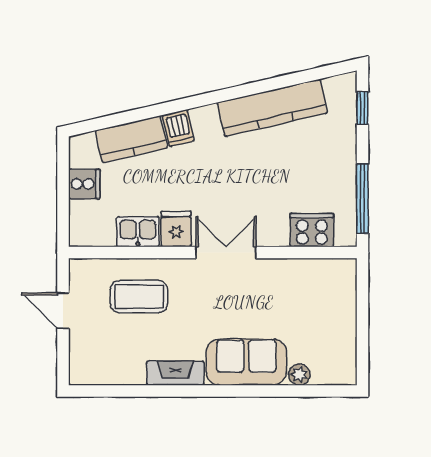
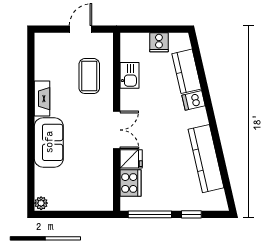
window: (362, 108) -> (191, 214), moved
fridge: (176, 229) -> (131, 159), moved
plant: (299, 375) -> (41, 203), moved

